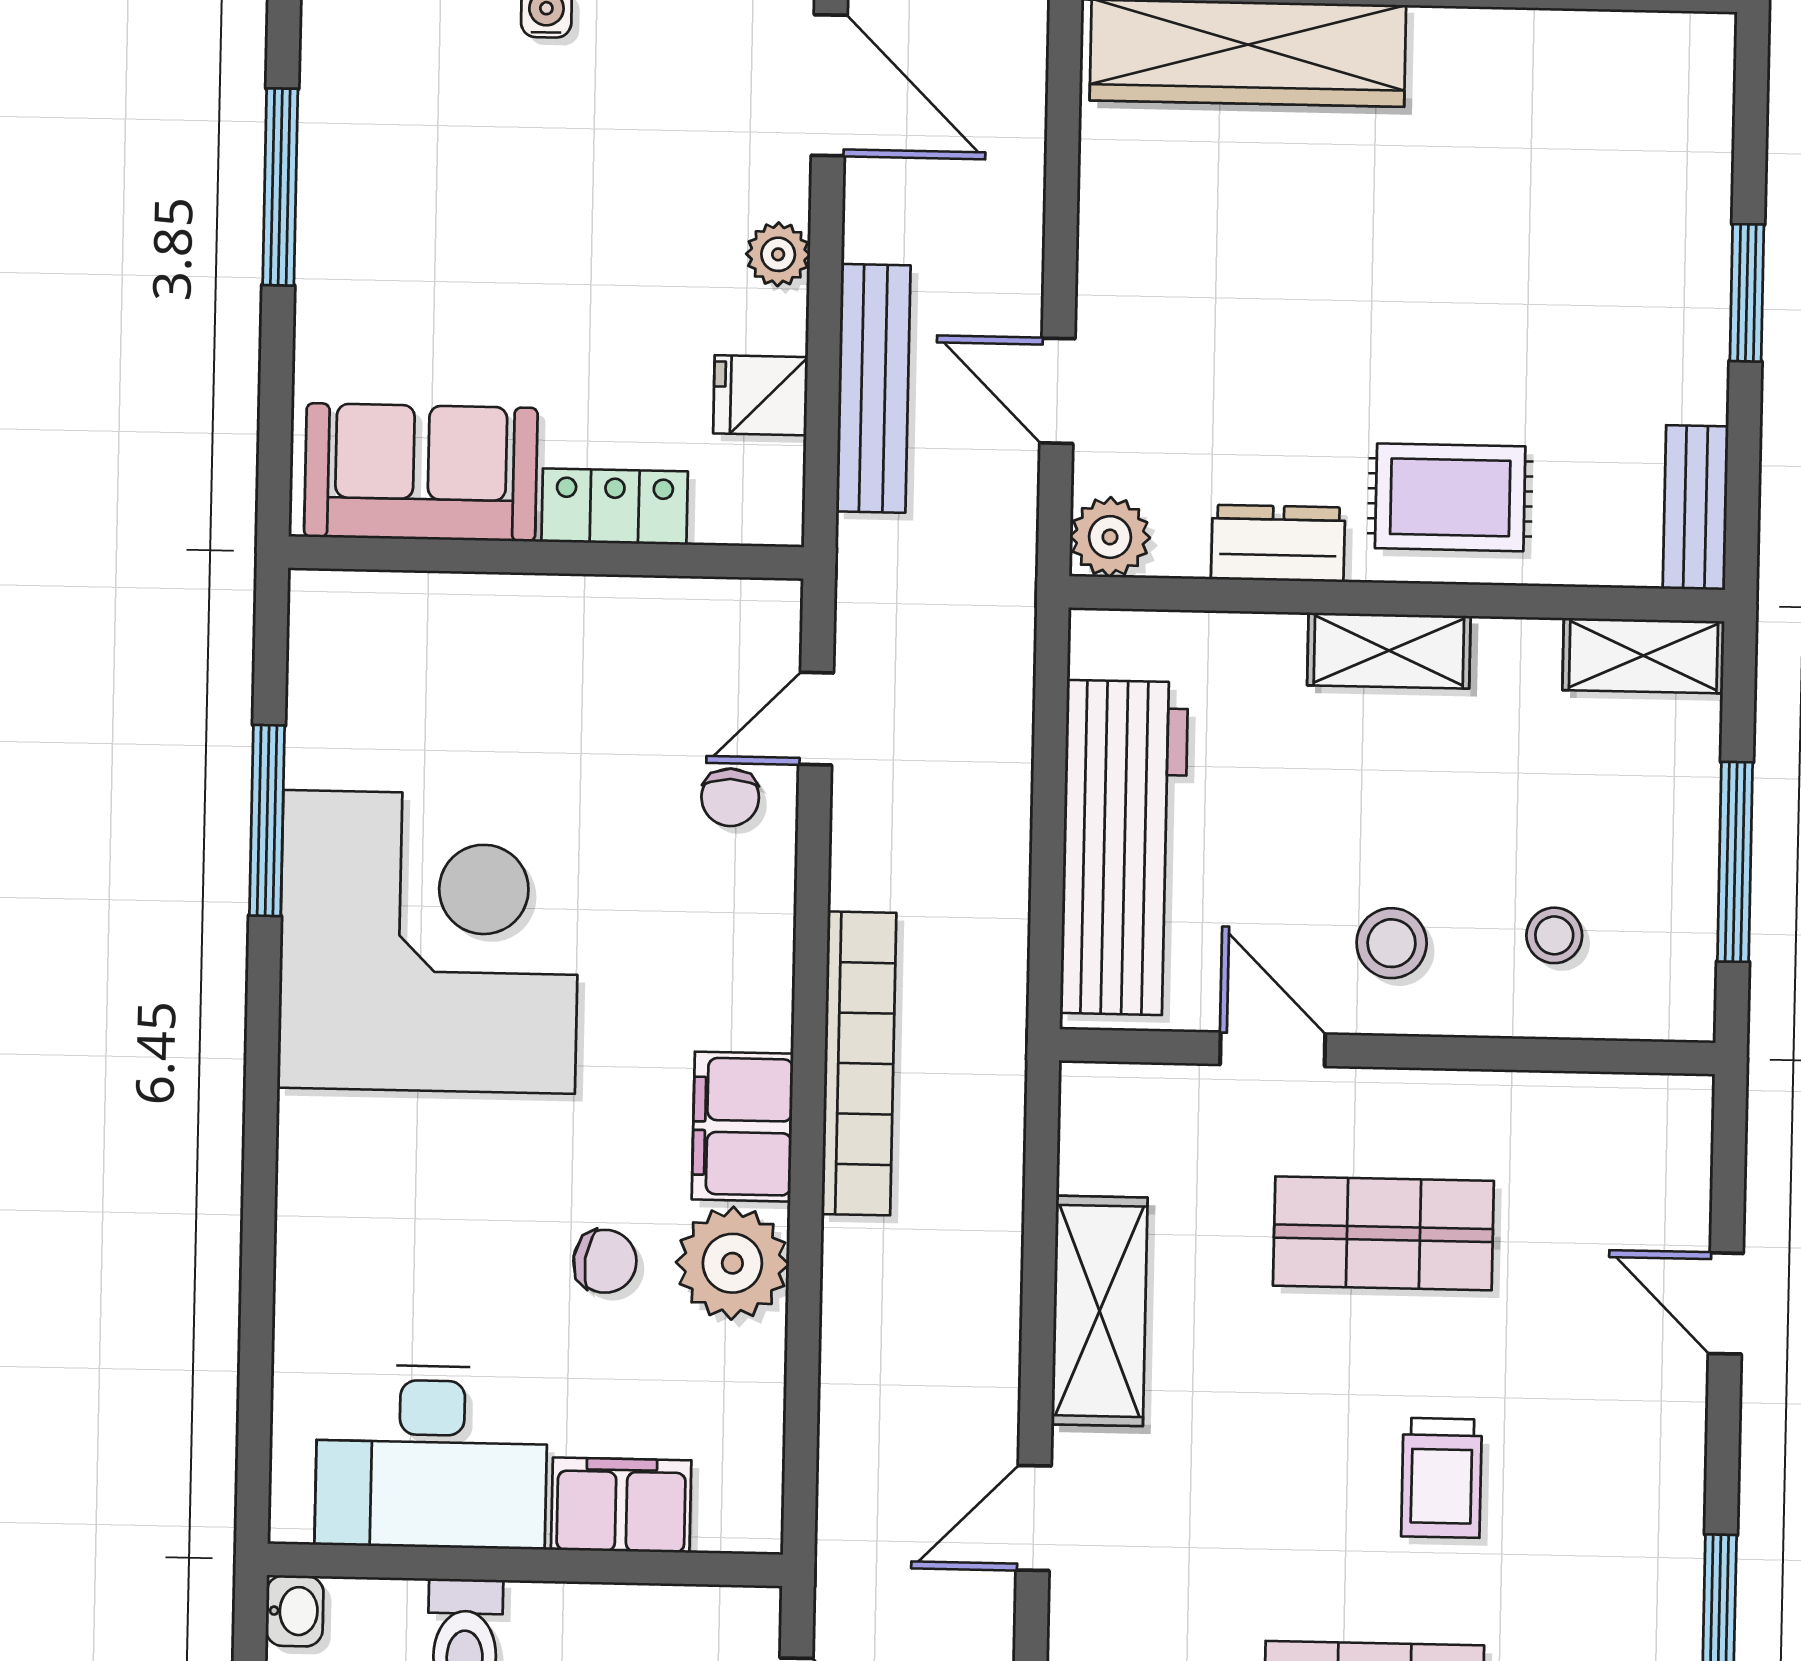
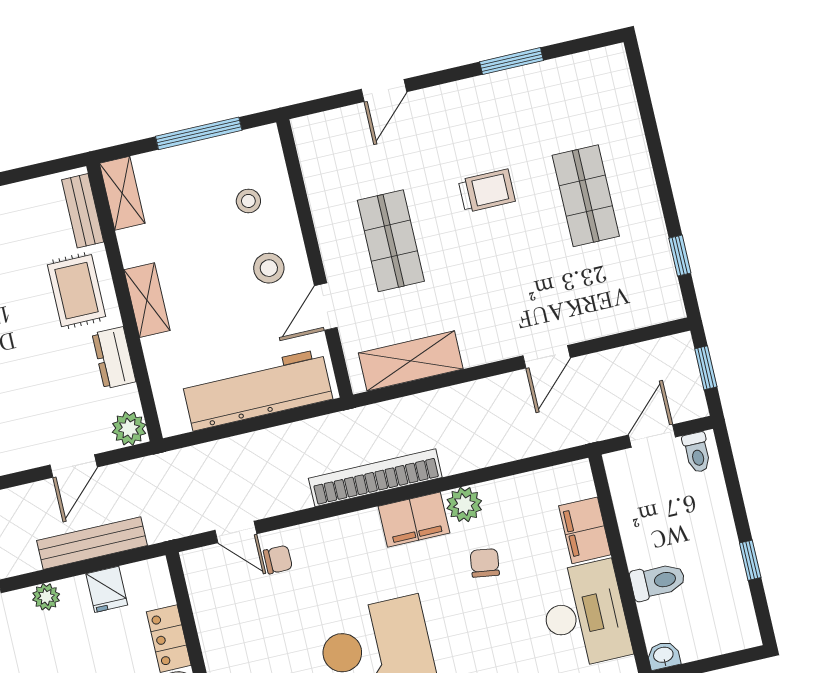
bench: (1696, 508) -> (83, 211), moved, turned 90
plant: (732, 1263) -> (464, 505), width x0.73, depth x0.73
shelving: (1099, 1311) -> (411, 361), moved
door: (1034, 1518) -> (547, 357), hinge flipped

